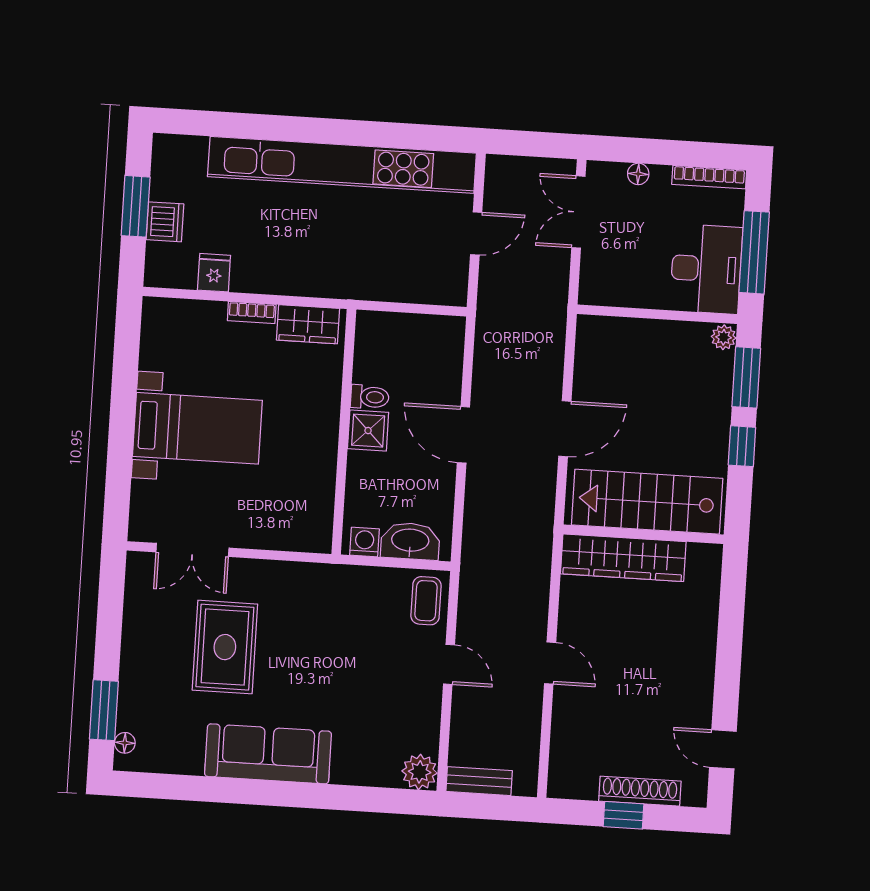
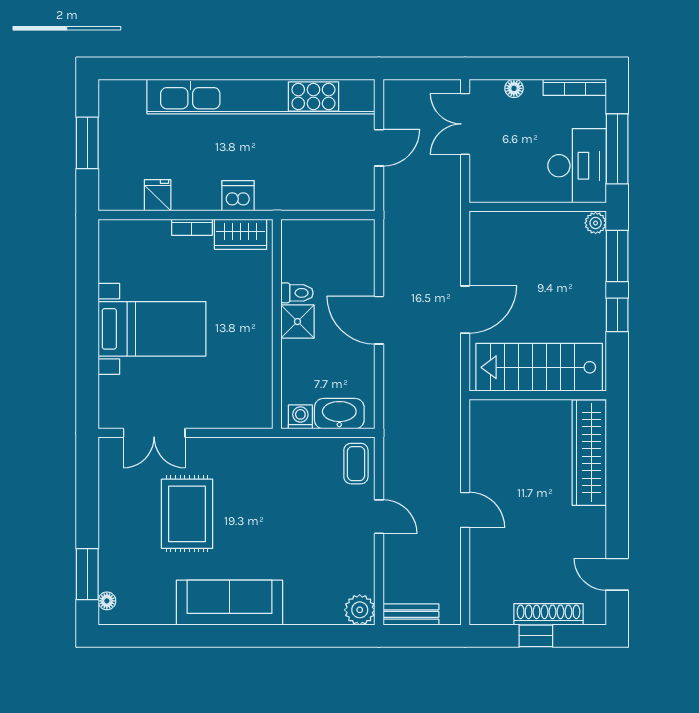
dishwasher: (165, 222) -> (238, 196), moved, turned -90
wardrobe: (623, 558) -> (589, 453), moved, turned 90

